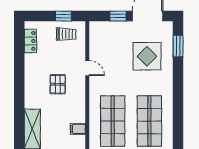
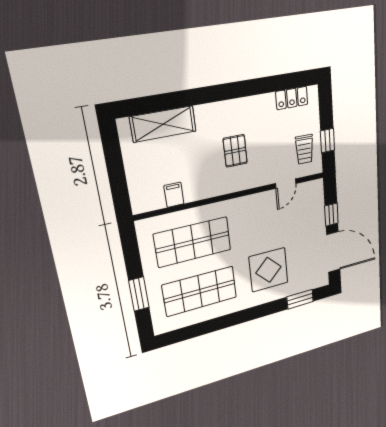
display table: (147, 56) -> (269, 270), moved
door: (87, 68) -> (286, 184), moved
pallet: (58, 84) -> (235, 151), turned 90

